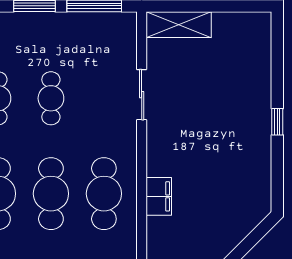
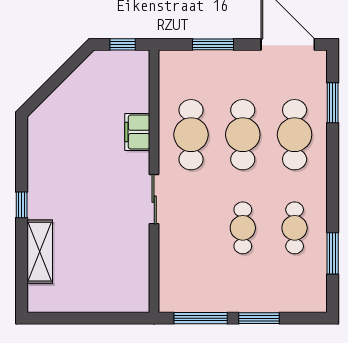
shelving: (179, 25) -> (40, 252), moved, turned 90
sliding door: (142, 95) -> (154, 199), moved

